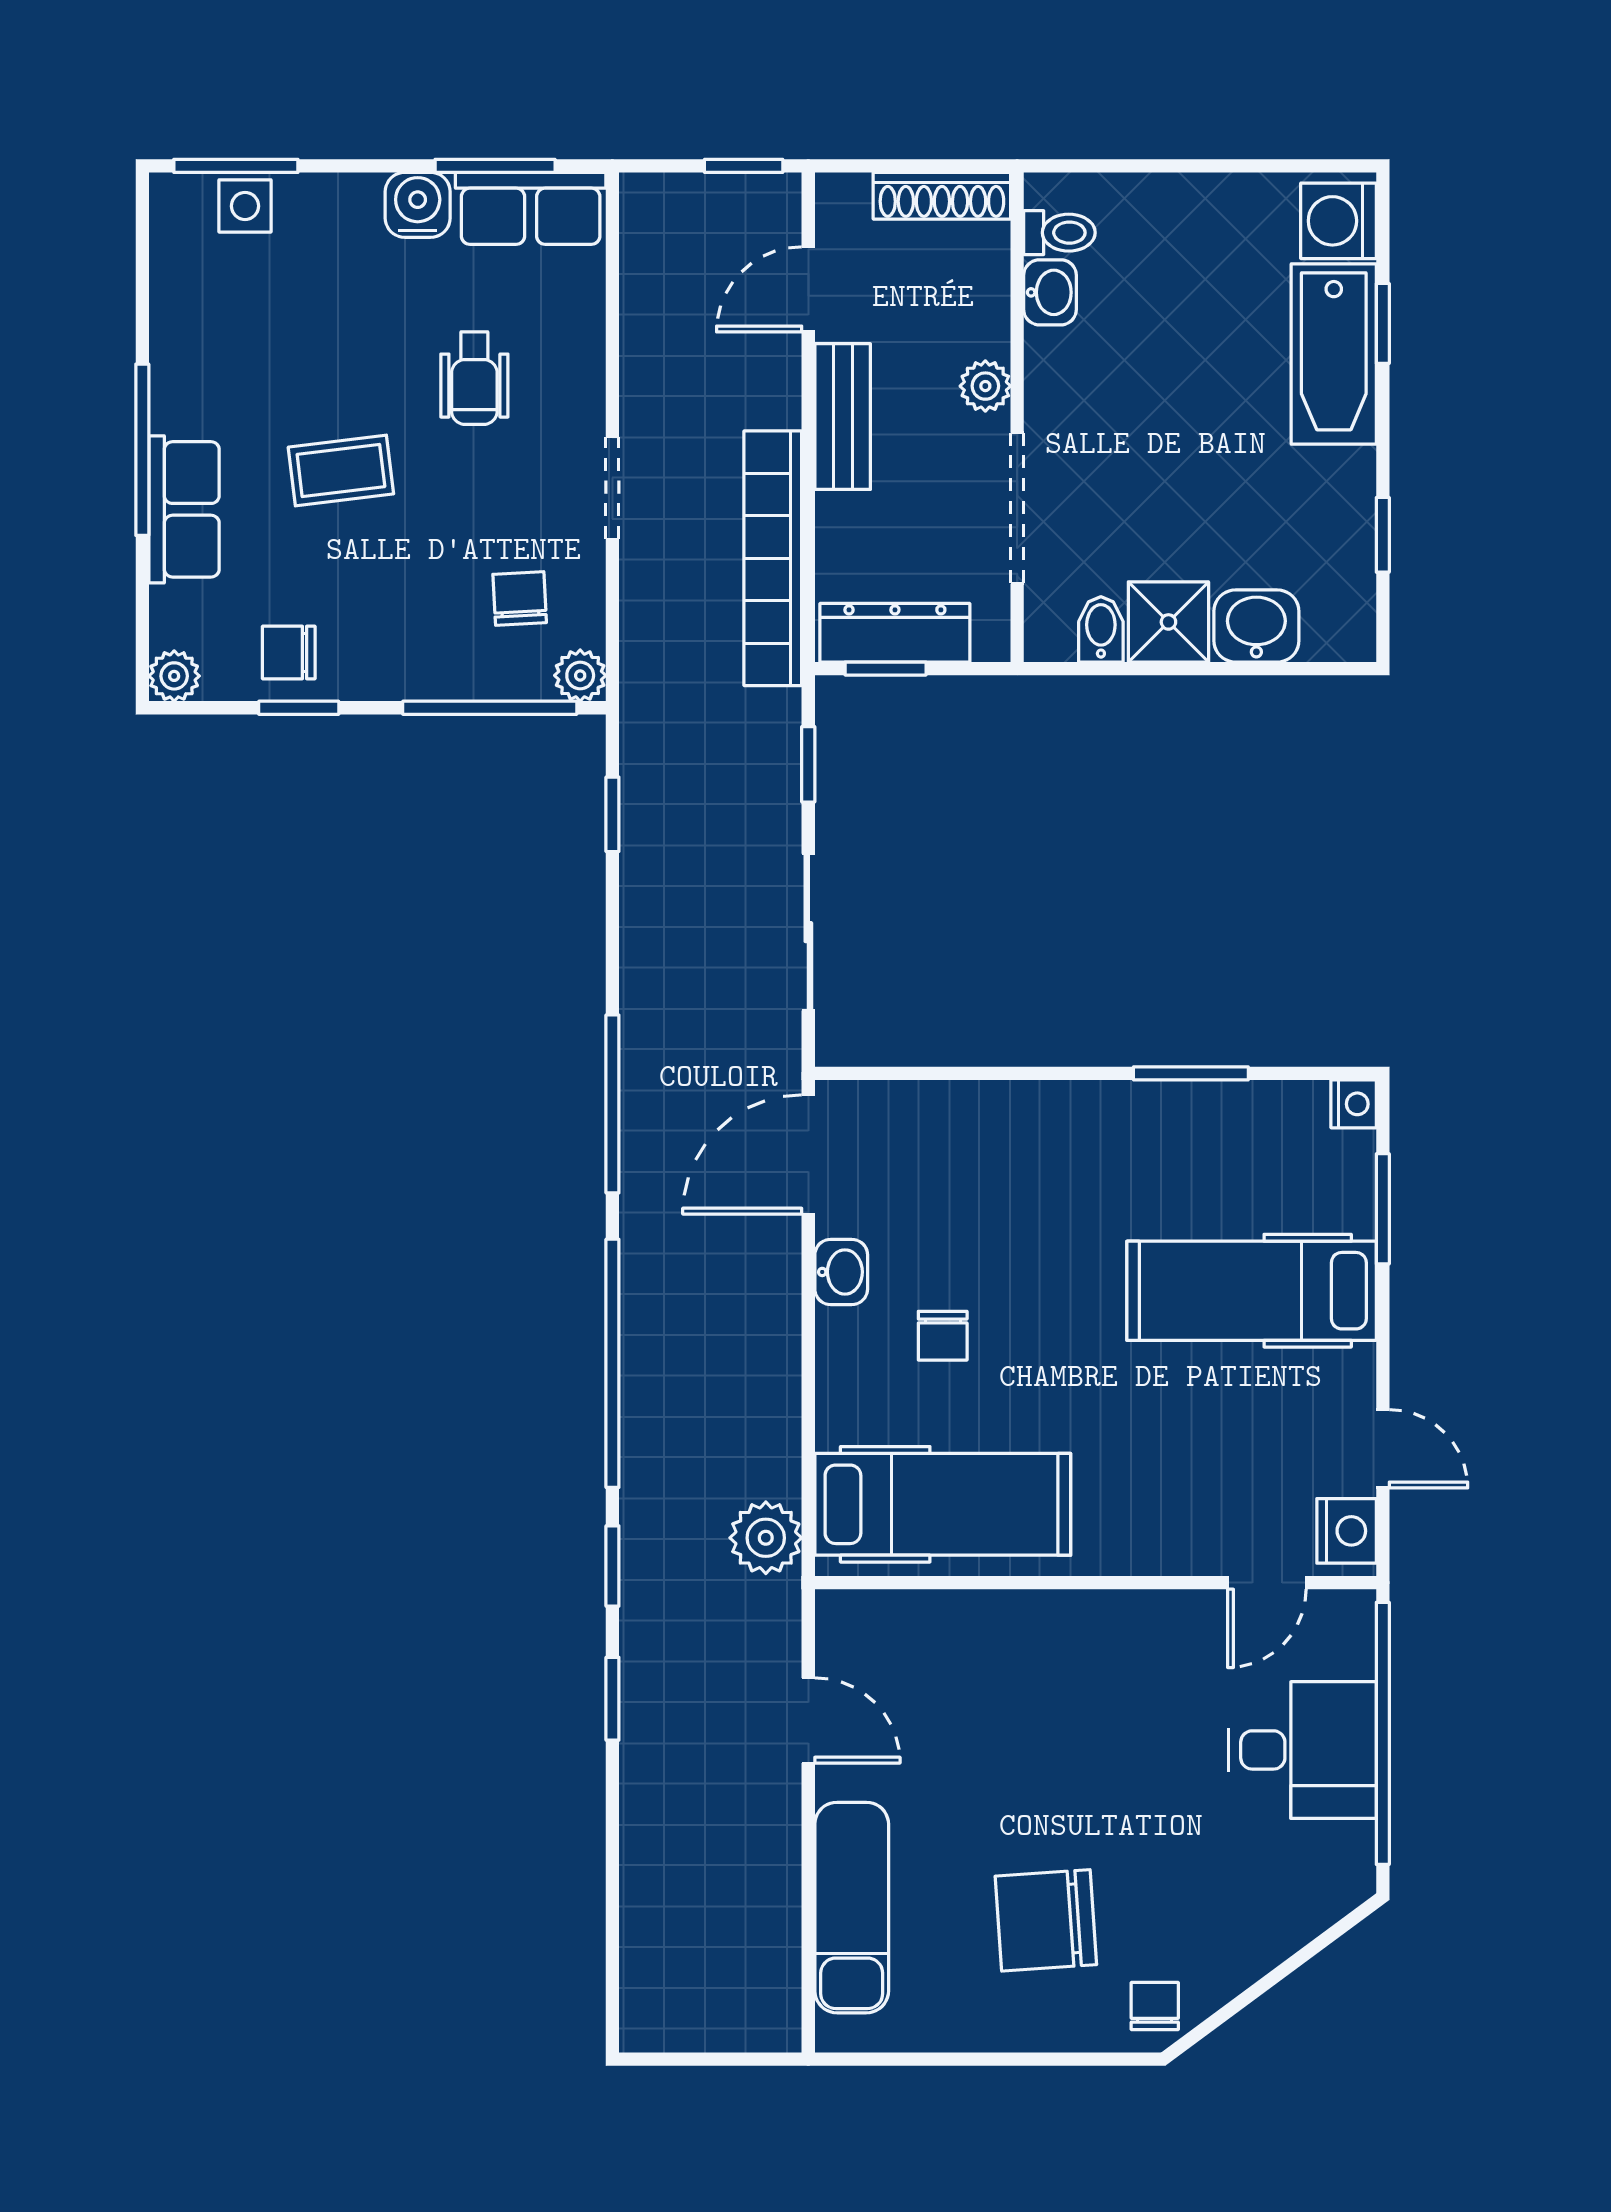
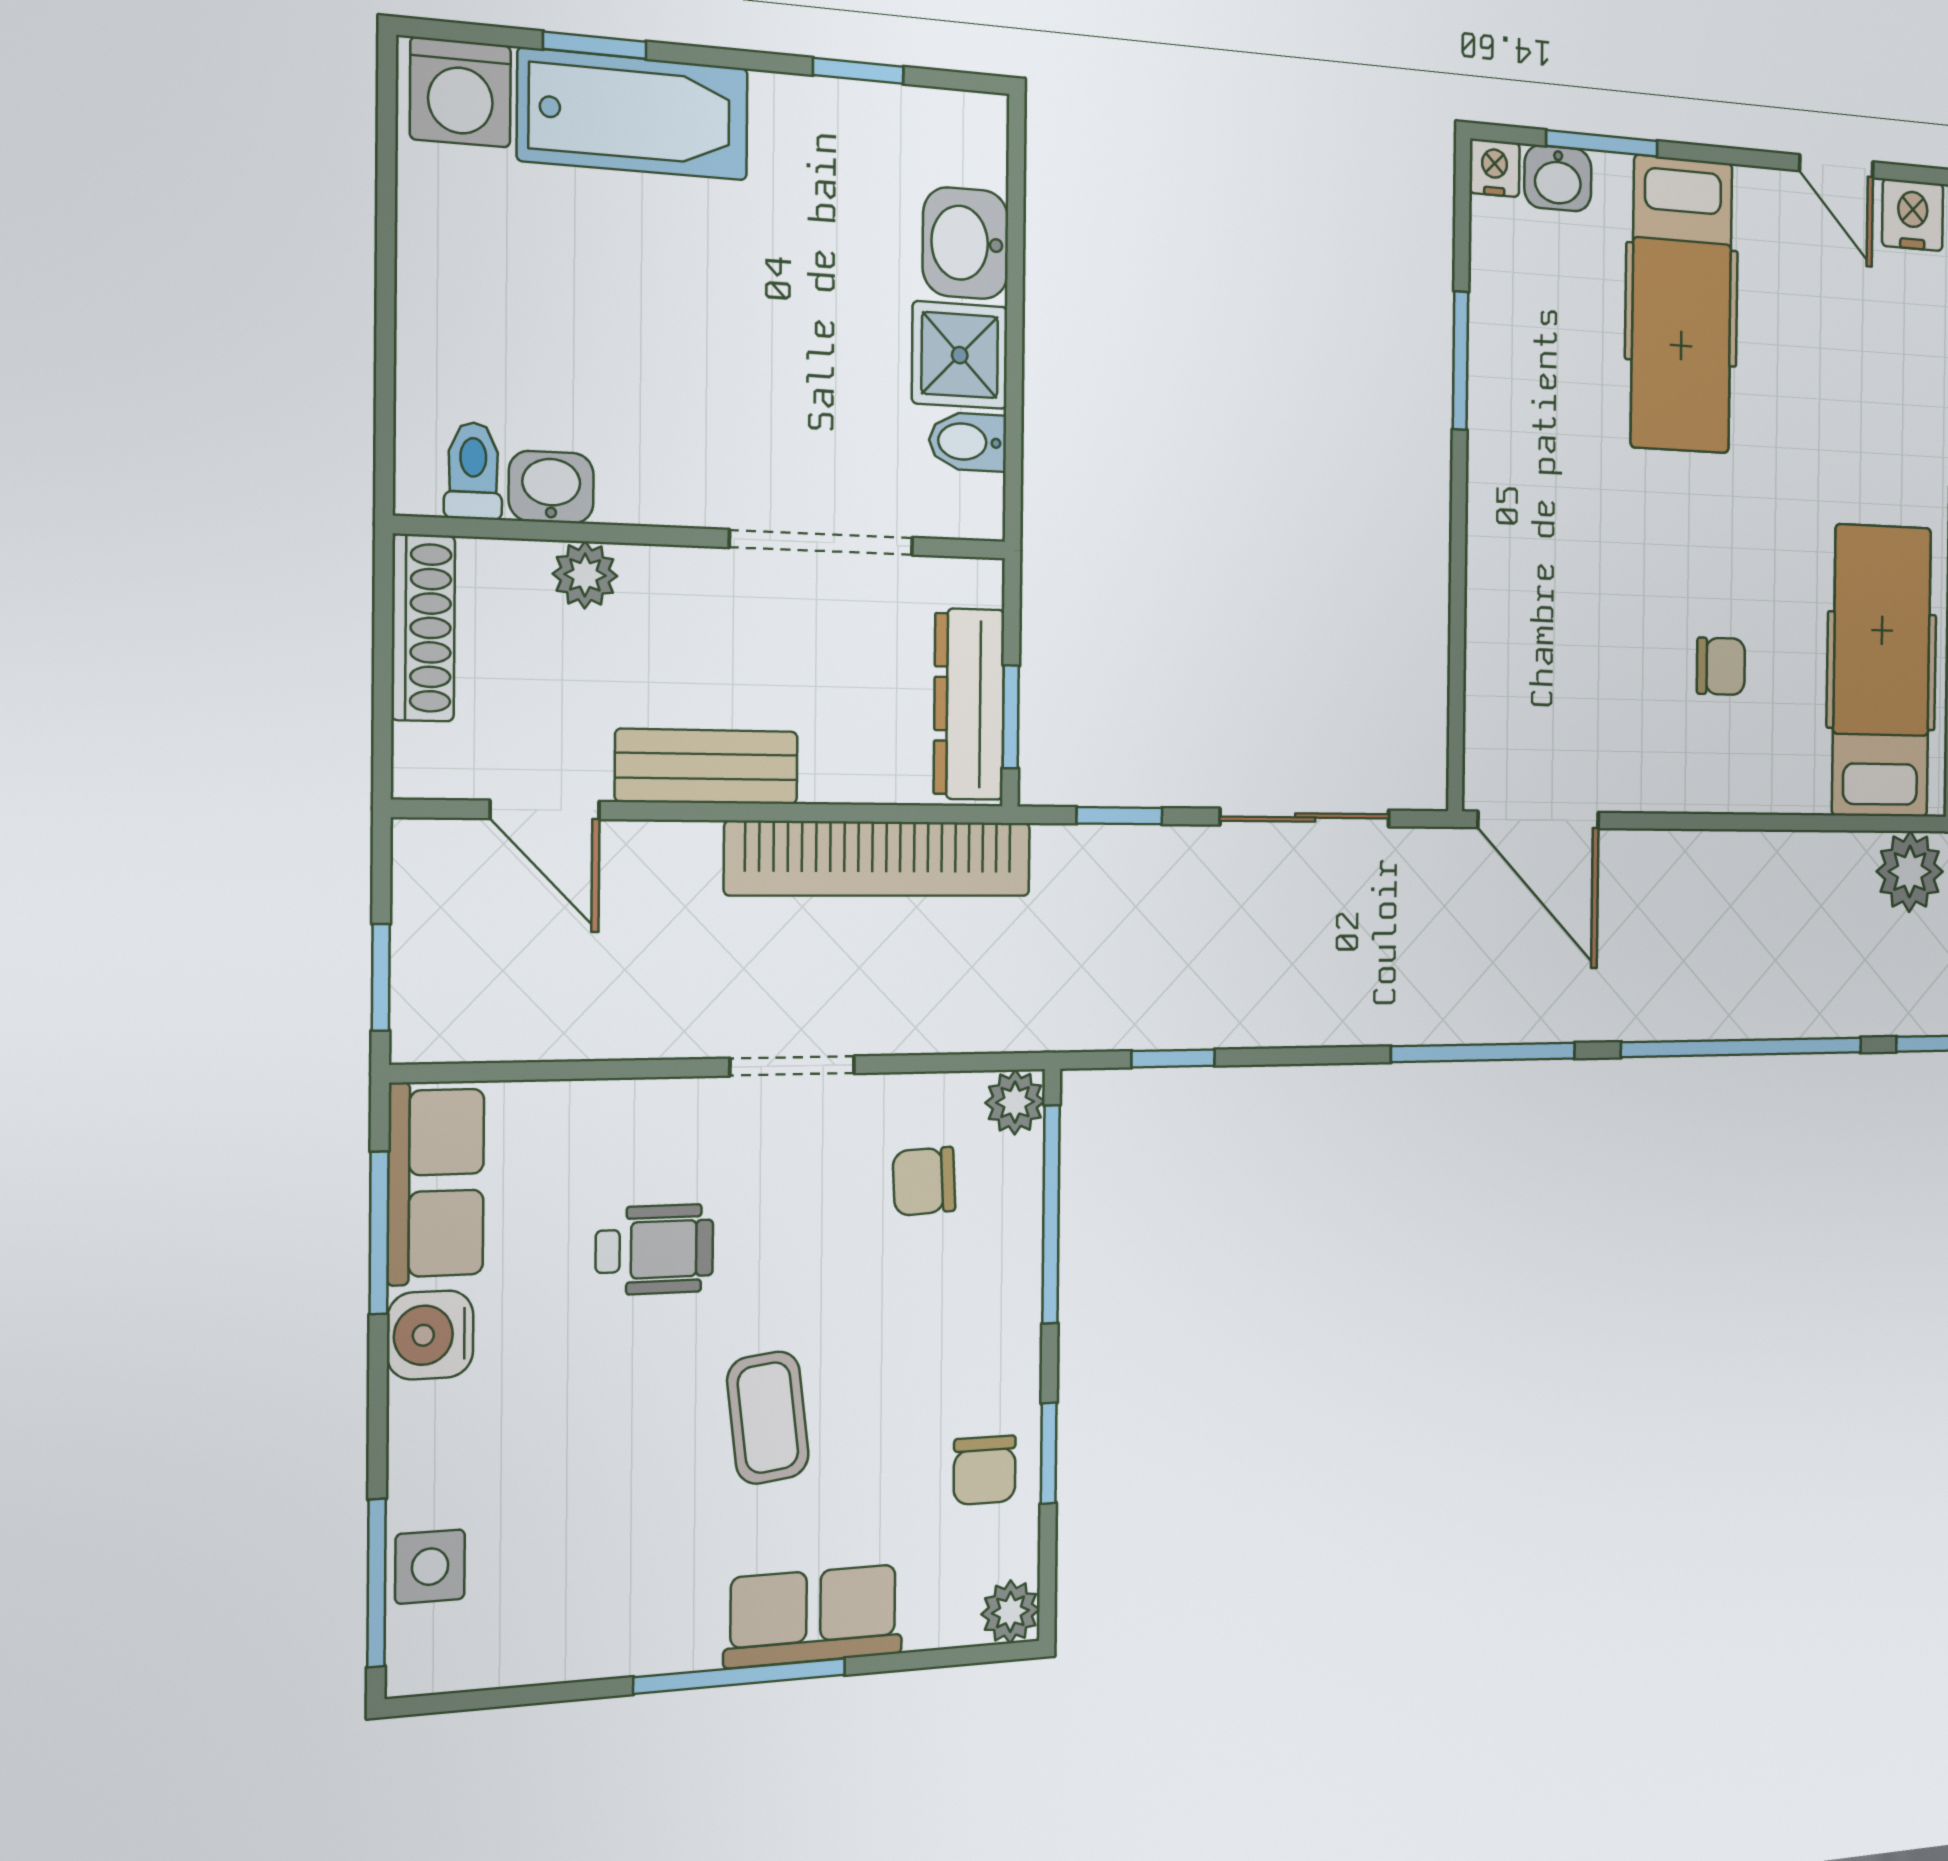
window: (744, 166) -> (381, 977), moved
plant: (985, 386) -> (585, 575), moved
washbasin: (841, 1272) -> (1558, 178), moved, turned 180
door: (1383, 1449) -> (1836, 166), swing flipped

